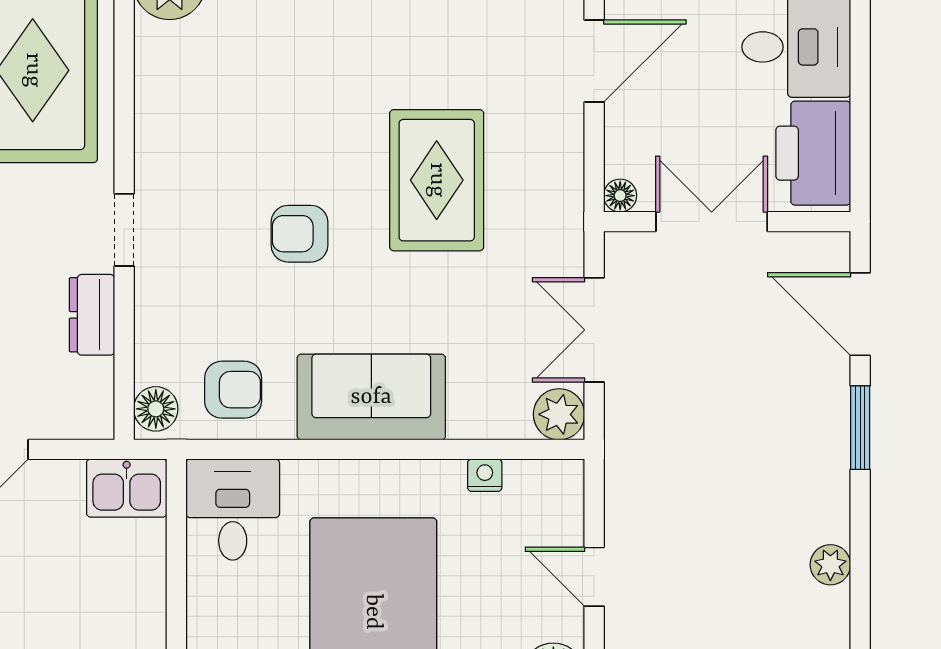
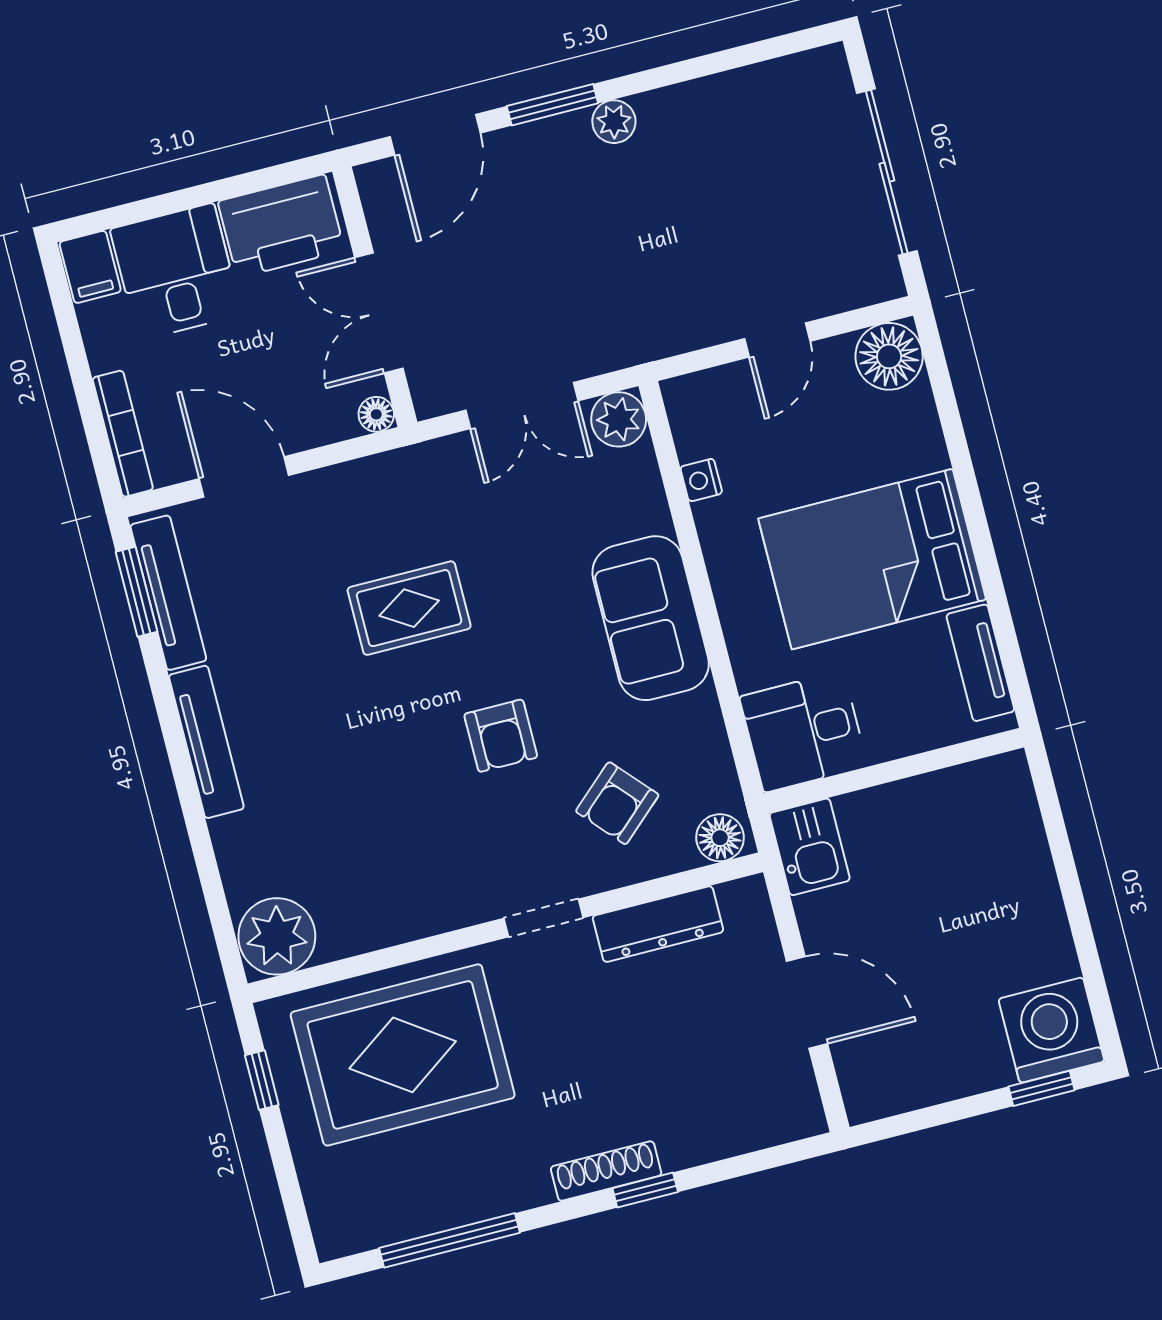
rug: (437, 180) -> (409, 608), width x0.73, depth x0.70
dresser: (92, 315) -> (658, 924), width x1.44
armchair: (233, 390) -> (617, 803), moved, turned -132
plant: (830, 565) -> (614, 122), moved

